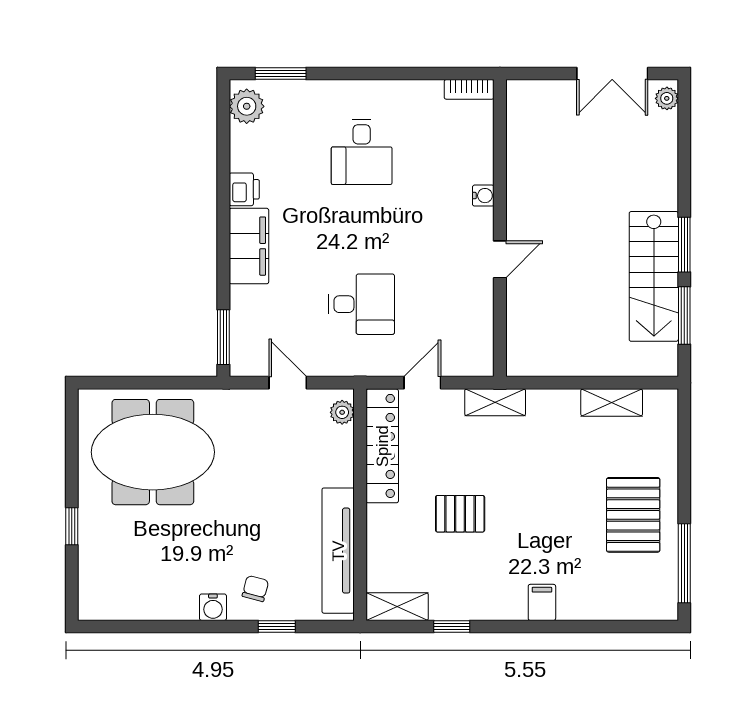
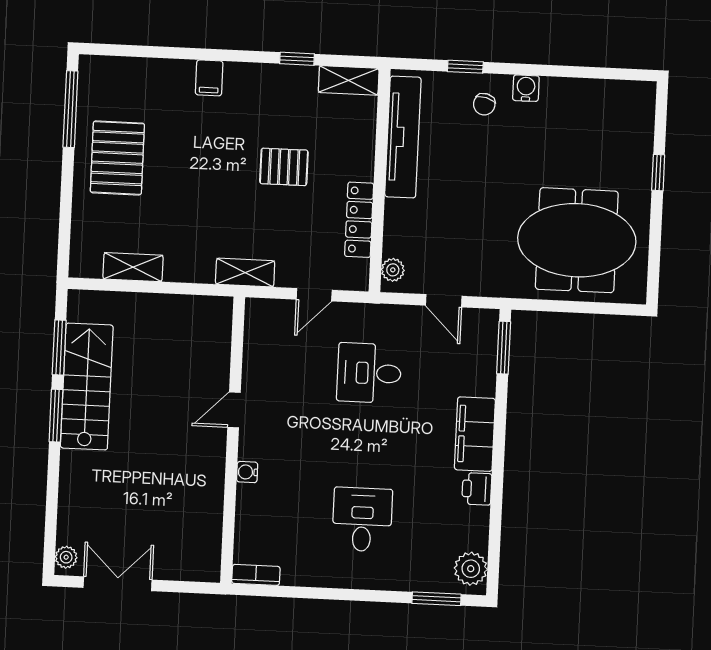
locker: (382, 446) -> (359, 220), width x0.71, depth x0.83

